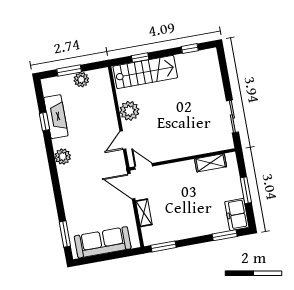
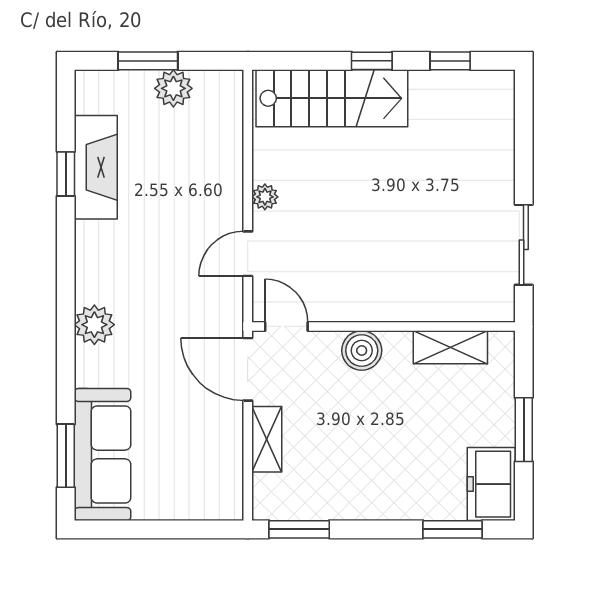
window: (140, 58) -> (372, 61), moved
plant: (129, 111) -> (265, 197), width x0.53, depth x0.53
plant: (63, 156) -> (94, 325), moved
boiler: (175, 171) -> (362, 351), added
sofa: (103, 242) -> (103, 455), moved, turned 90

